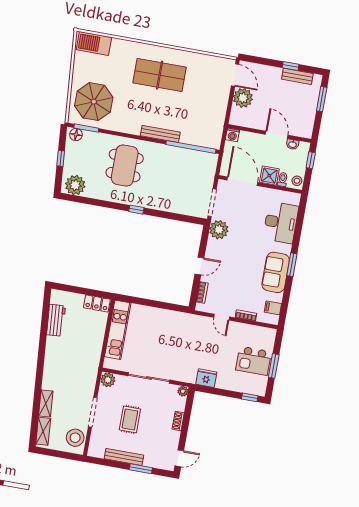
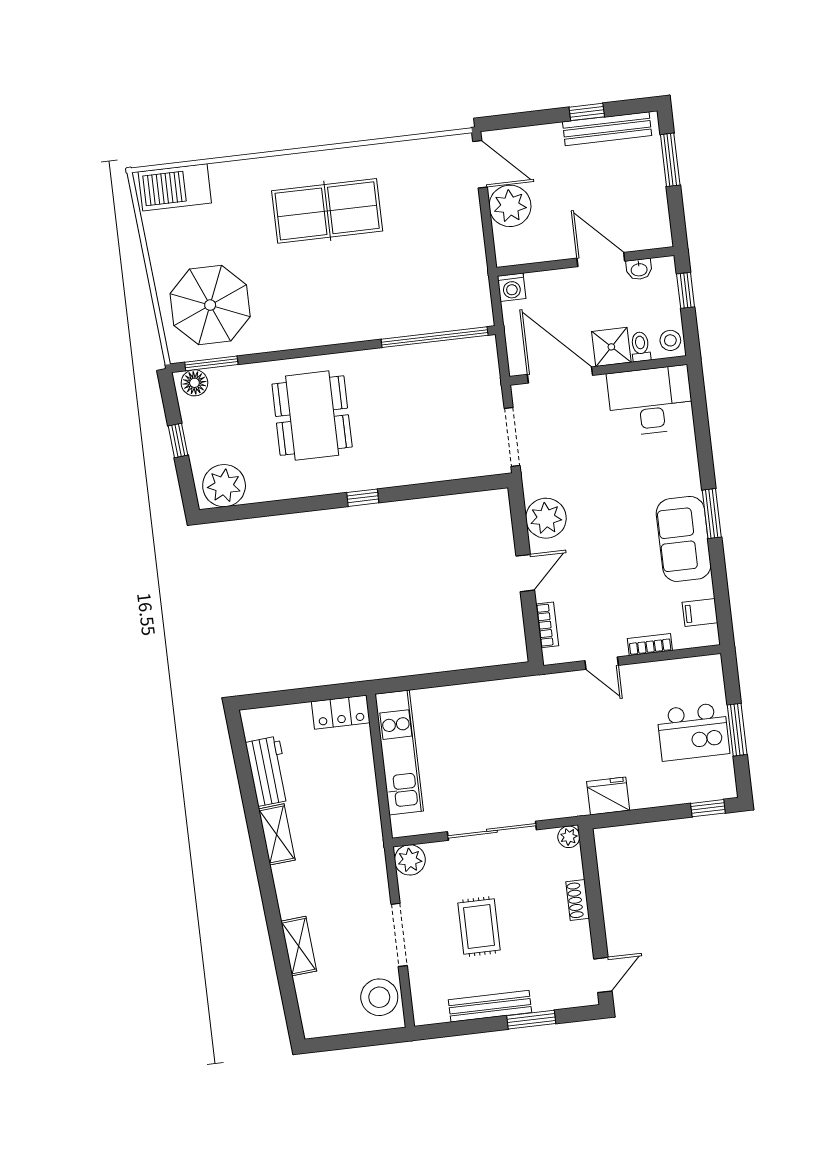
bench: (297, 76) -> (607, 129), width x1.36
bench: (160, 134) -> (365, 330), removed
desk: (281, 223) -> (650, 401), moved, turned -90
plant: (219, 230) -> (546, 518), moved
shelving: (43, 431) -> (277, 834), moved

